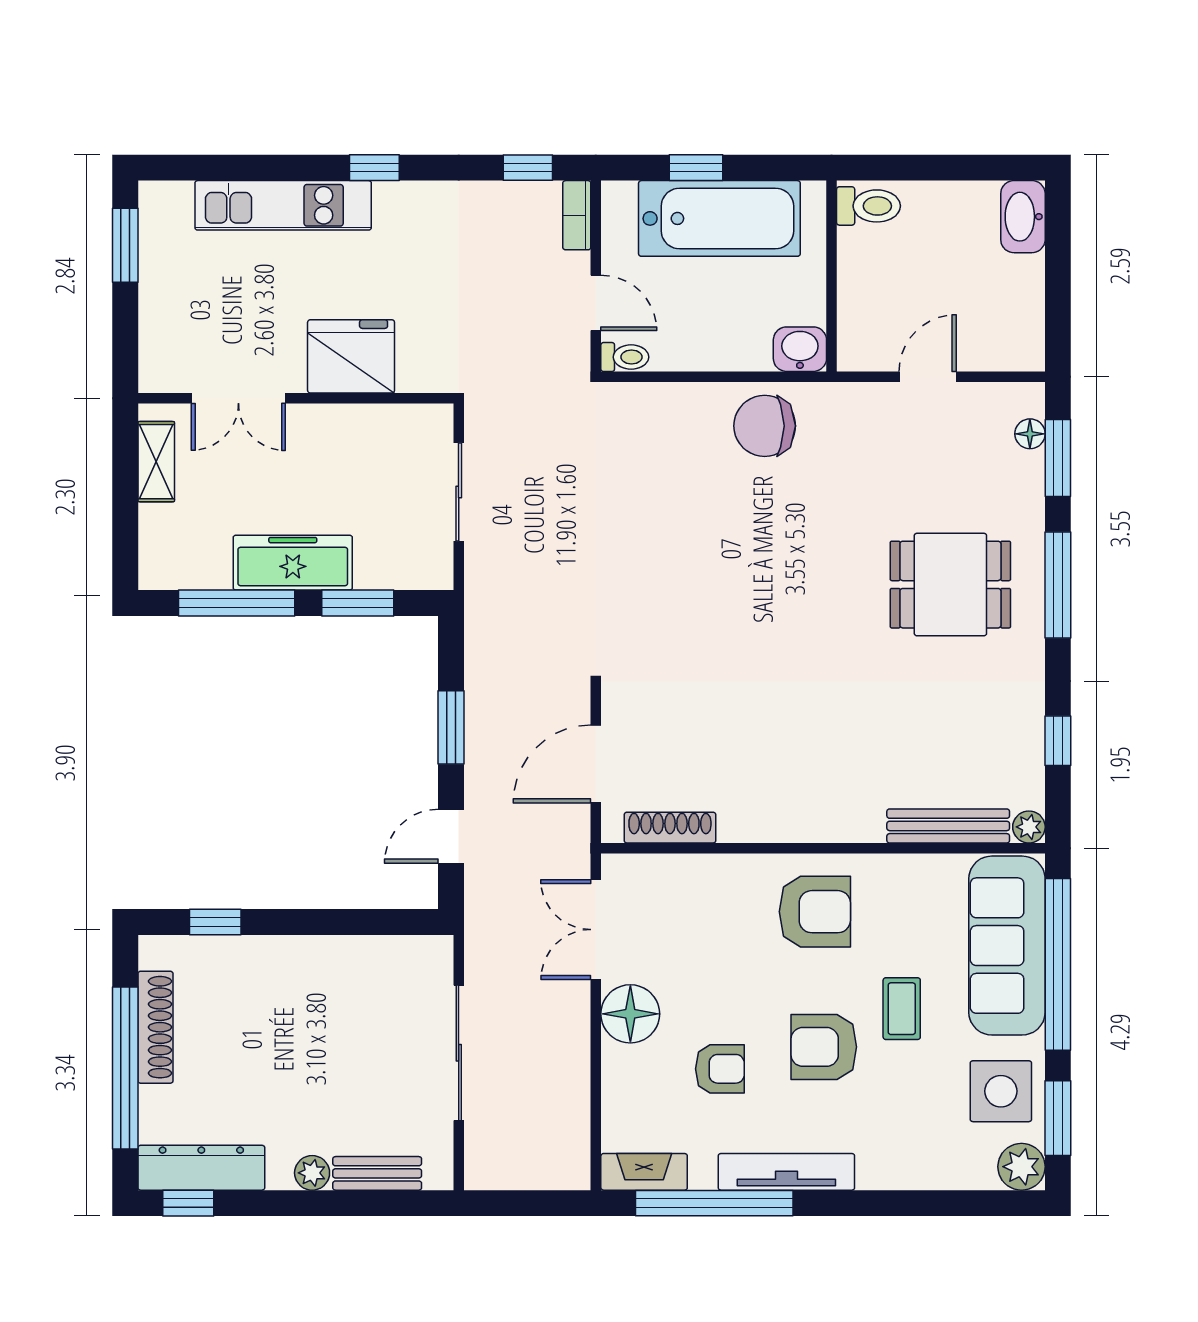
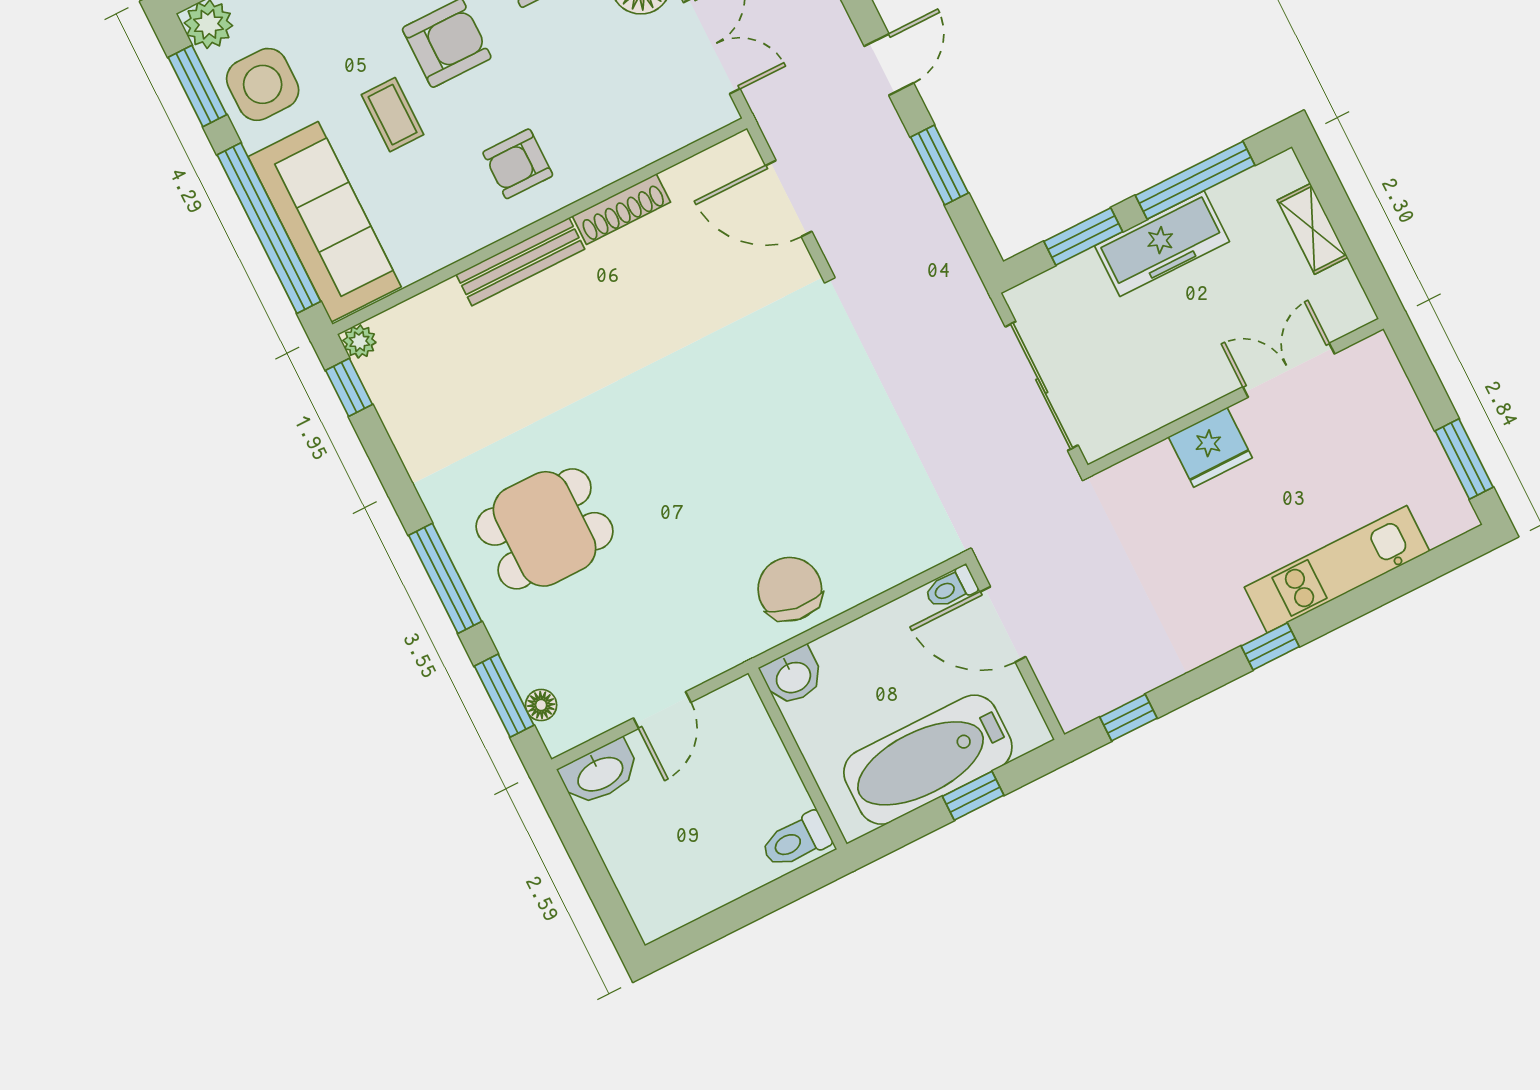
bookcase: (577, 215) -> (1061, 696), removed
washbasin: (1023, 217) -> (600, 773), moved, turned 90
door: (596, 303) -> (1003, 624), width x1.38
fridge: (351, 356) -> (1210, 447), width x0.73, depth x0.75
chair: (765, 426) -> (790, 589), turned -82
shelving: (156, 462) -> (1313, 229), moved
sliding door: (459, 492) -> (1042, 386), width x1.37
window: (1058, 741) -> (349, 387), moved
door: (596, 764) -> (789, 199), swing flipped
bench: (948, 826) -> (520, 262), moved
shoe rack: (670, 828) -> (621, 209), moved
armchair: (815, 912) -> (518, 164), width x0.72, depth x0.72

